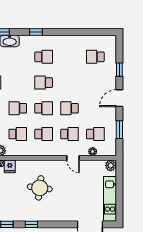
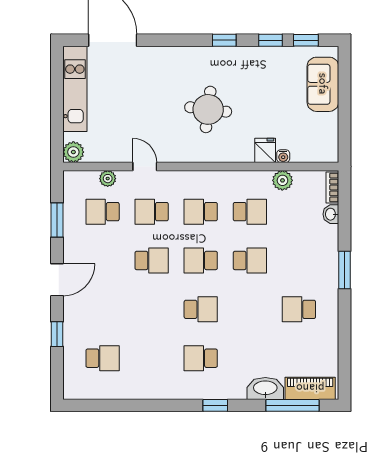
school desk: (18, 134) -> (250, 212), turned 180

